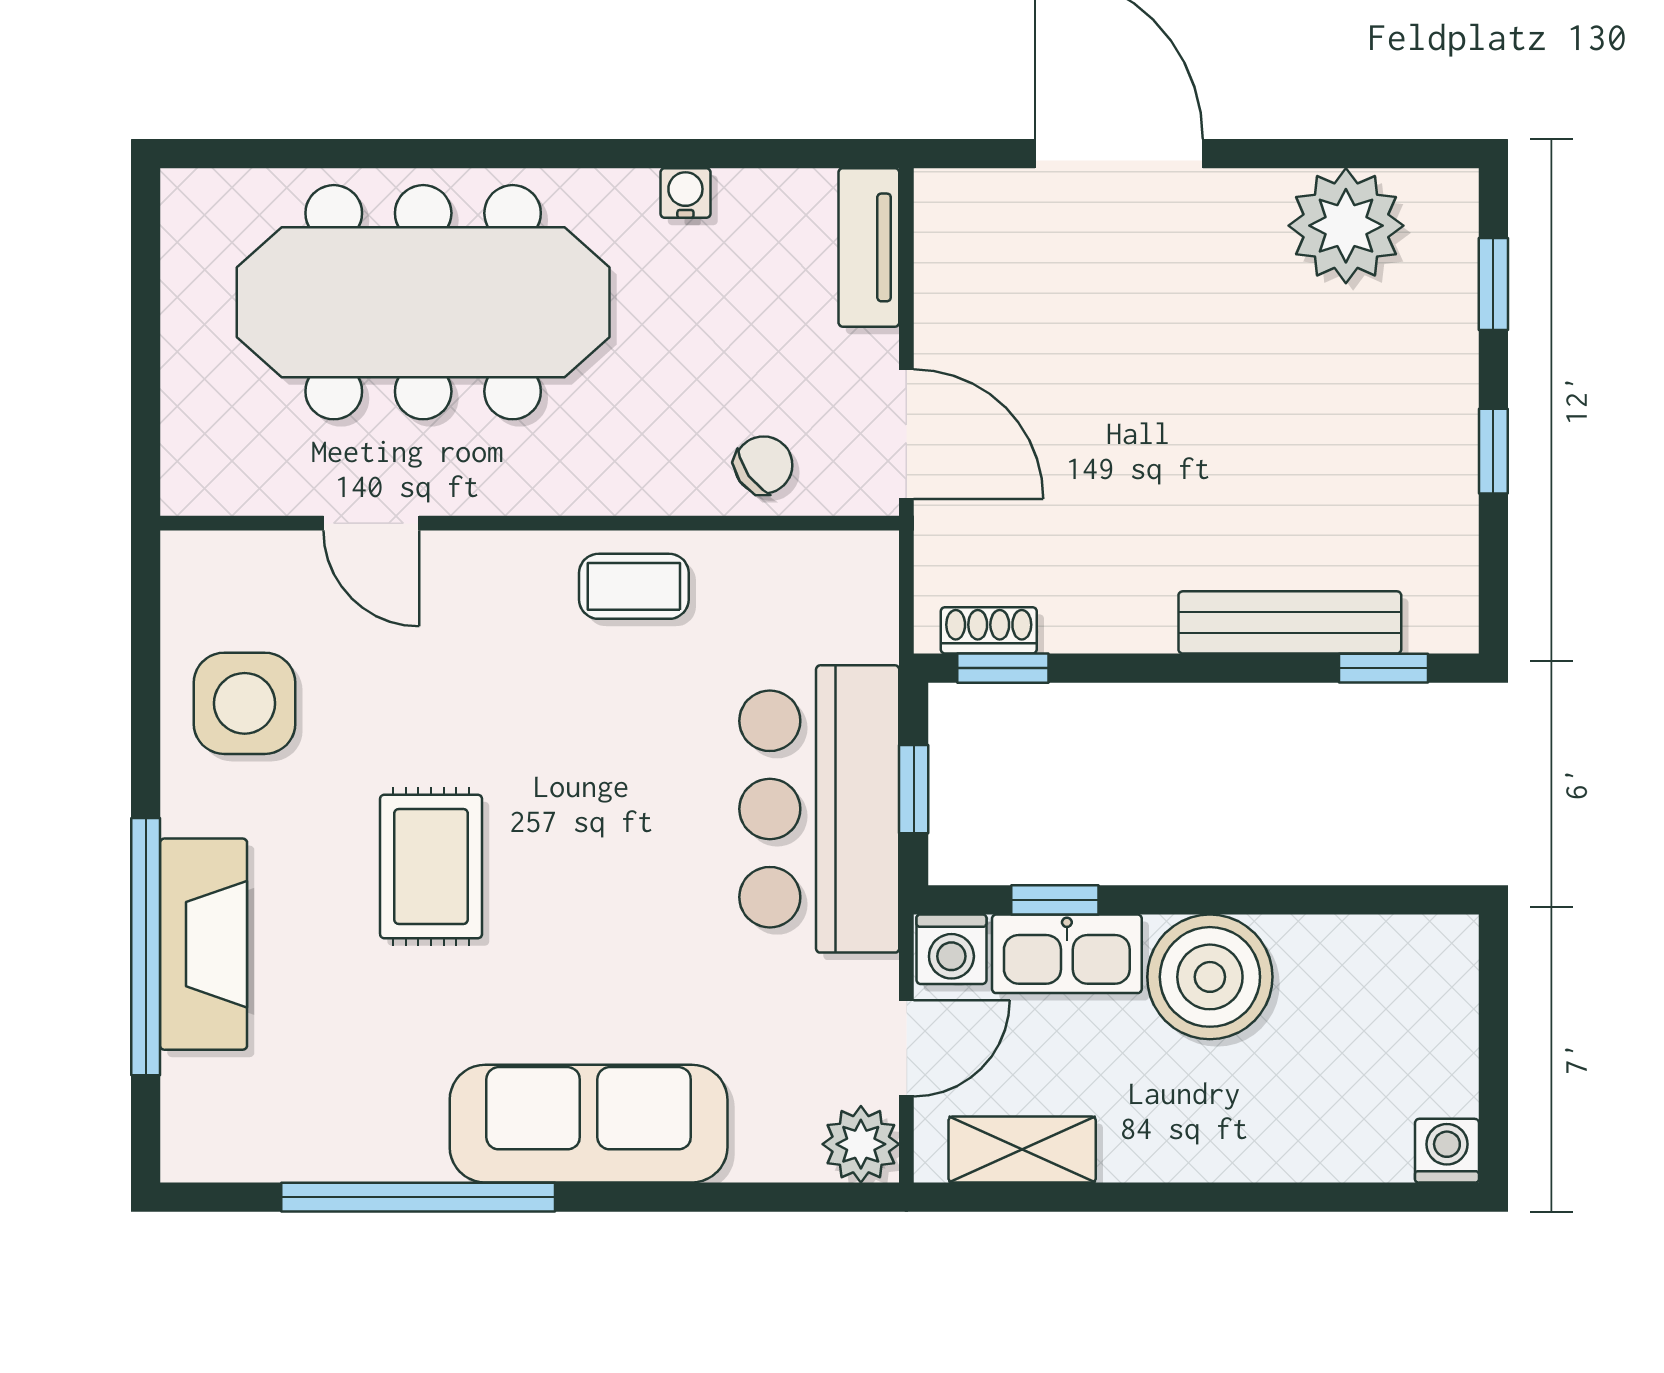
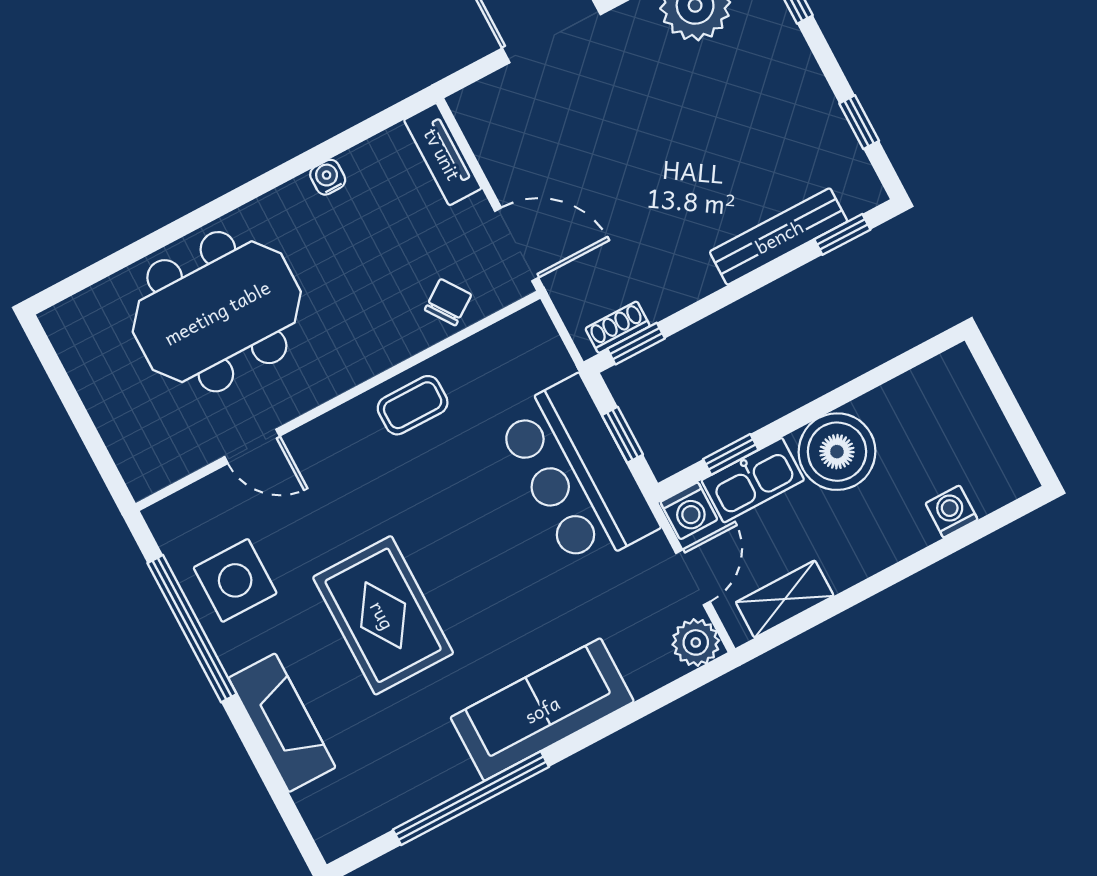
meeting table: (423, 302) -> (217, 312), width x0.73
window: (1493, 451) -> (859, 122), moved
rug: (431, 866) -> (383, 615), width x1.36, depth x1.43
window: (146, 947) -> (192, 629), moved
washing machine: (1447, 1151) -> (952, 512), moved

